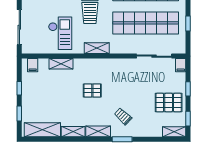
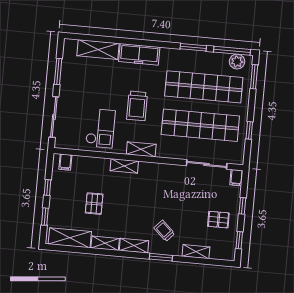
shelving: (61, 64) -> (124, 166), moved
pallet: (92, 90) -> (94, 204), moved, turned 90
pallet: (169, 103) -> (218, 220), width x0.67, depth x0.71
shelving: (174, 132) -> (196, 252), moved

